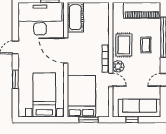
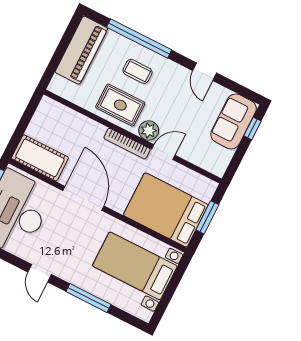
door: (66, 50) -> (83, 198), swing flipped
window: (15, 79) -> (88, 298), width x1.44
sofa: (140, 108) -> (234, 121), width x0.73
window: (132, 120) -> (252, 128), moved

